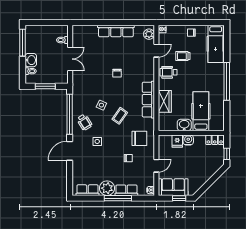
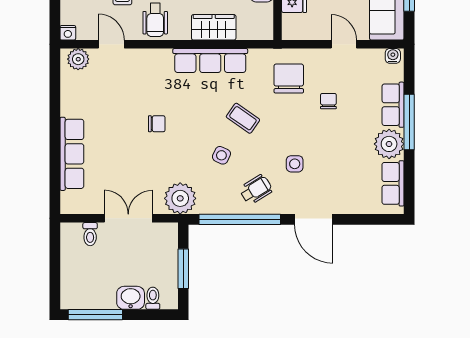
row of seats: (116, 31) -> (72, 154), moved
plant: (80, 85) -> (180, 198), added

